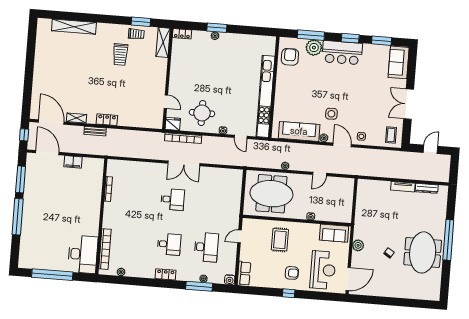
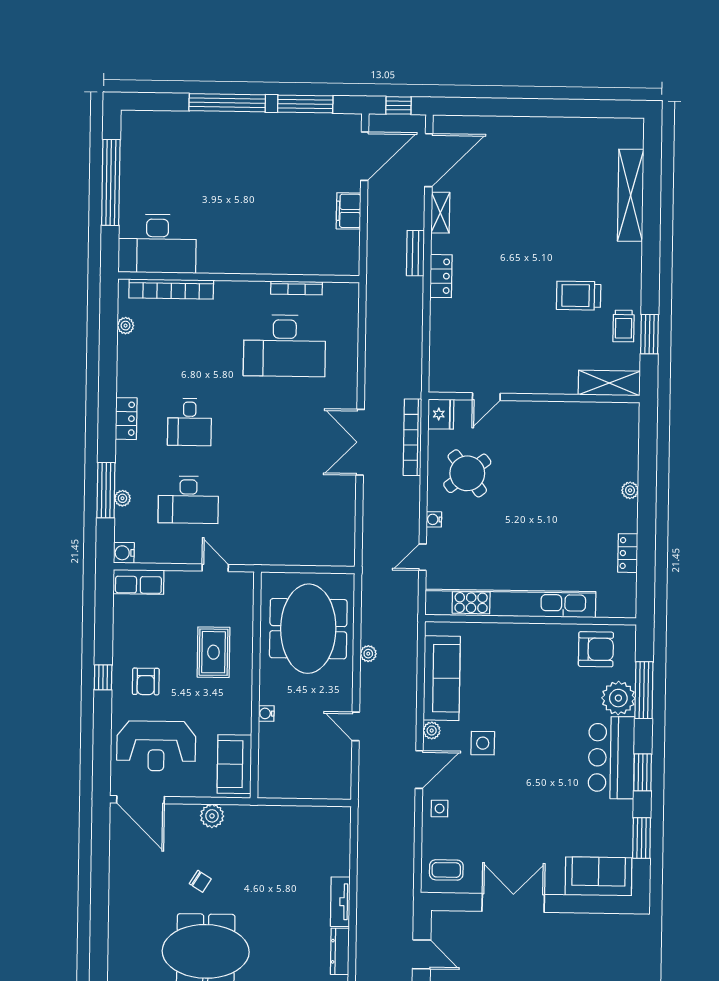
window: (217, 28) -> (647, 493), removed
locker: (182, 34) -> (628, 553), moved
round table: (202, 113) -> (467, 473), turned -37
desk: (173, 199) -> (285, 346), moved, width x1.87, depth x1.30
rug: (280, 240) -> (213, 652), turned 90

